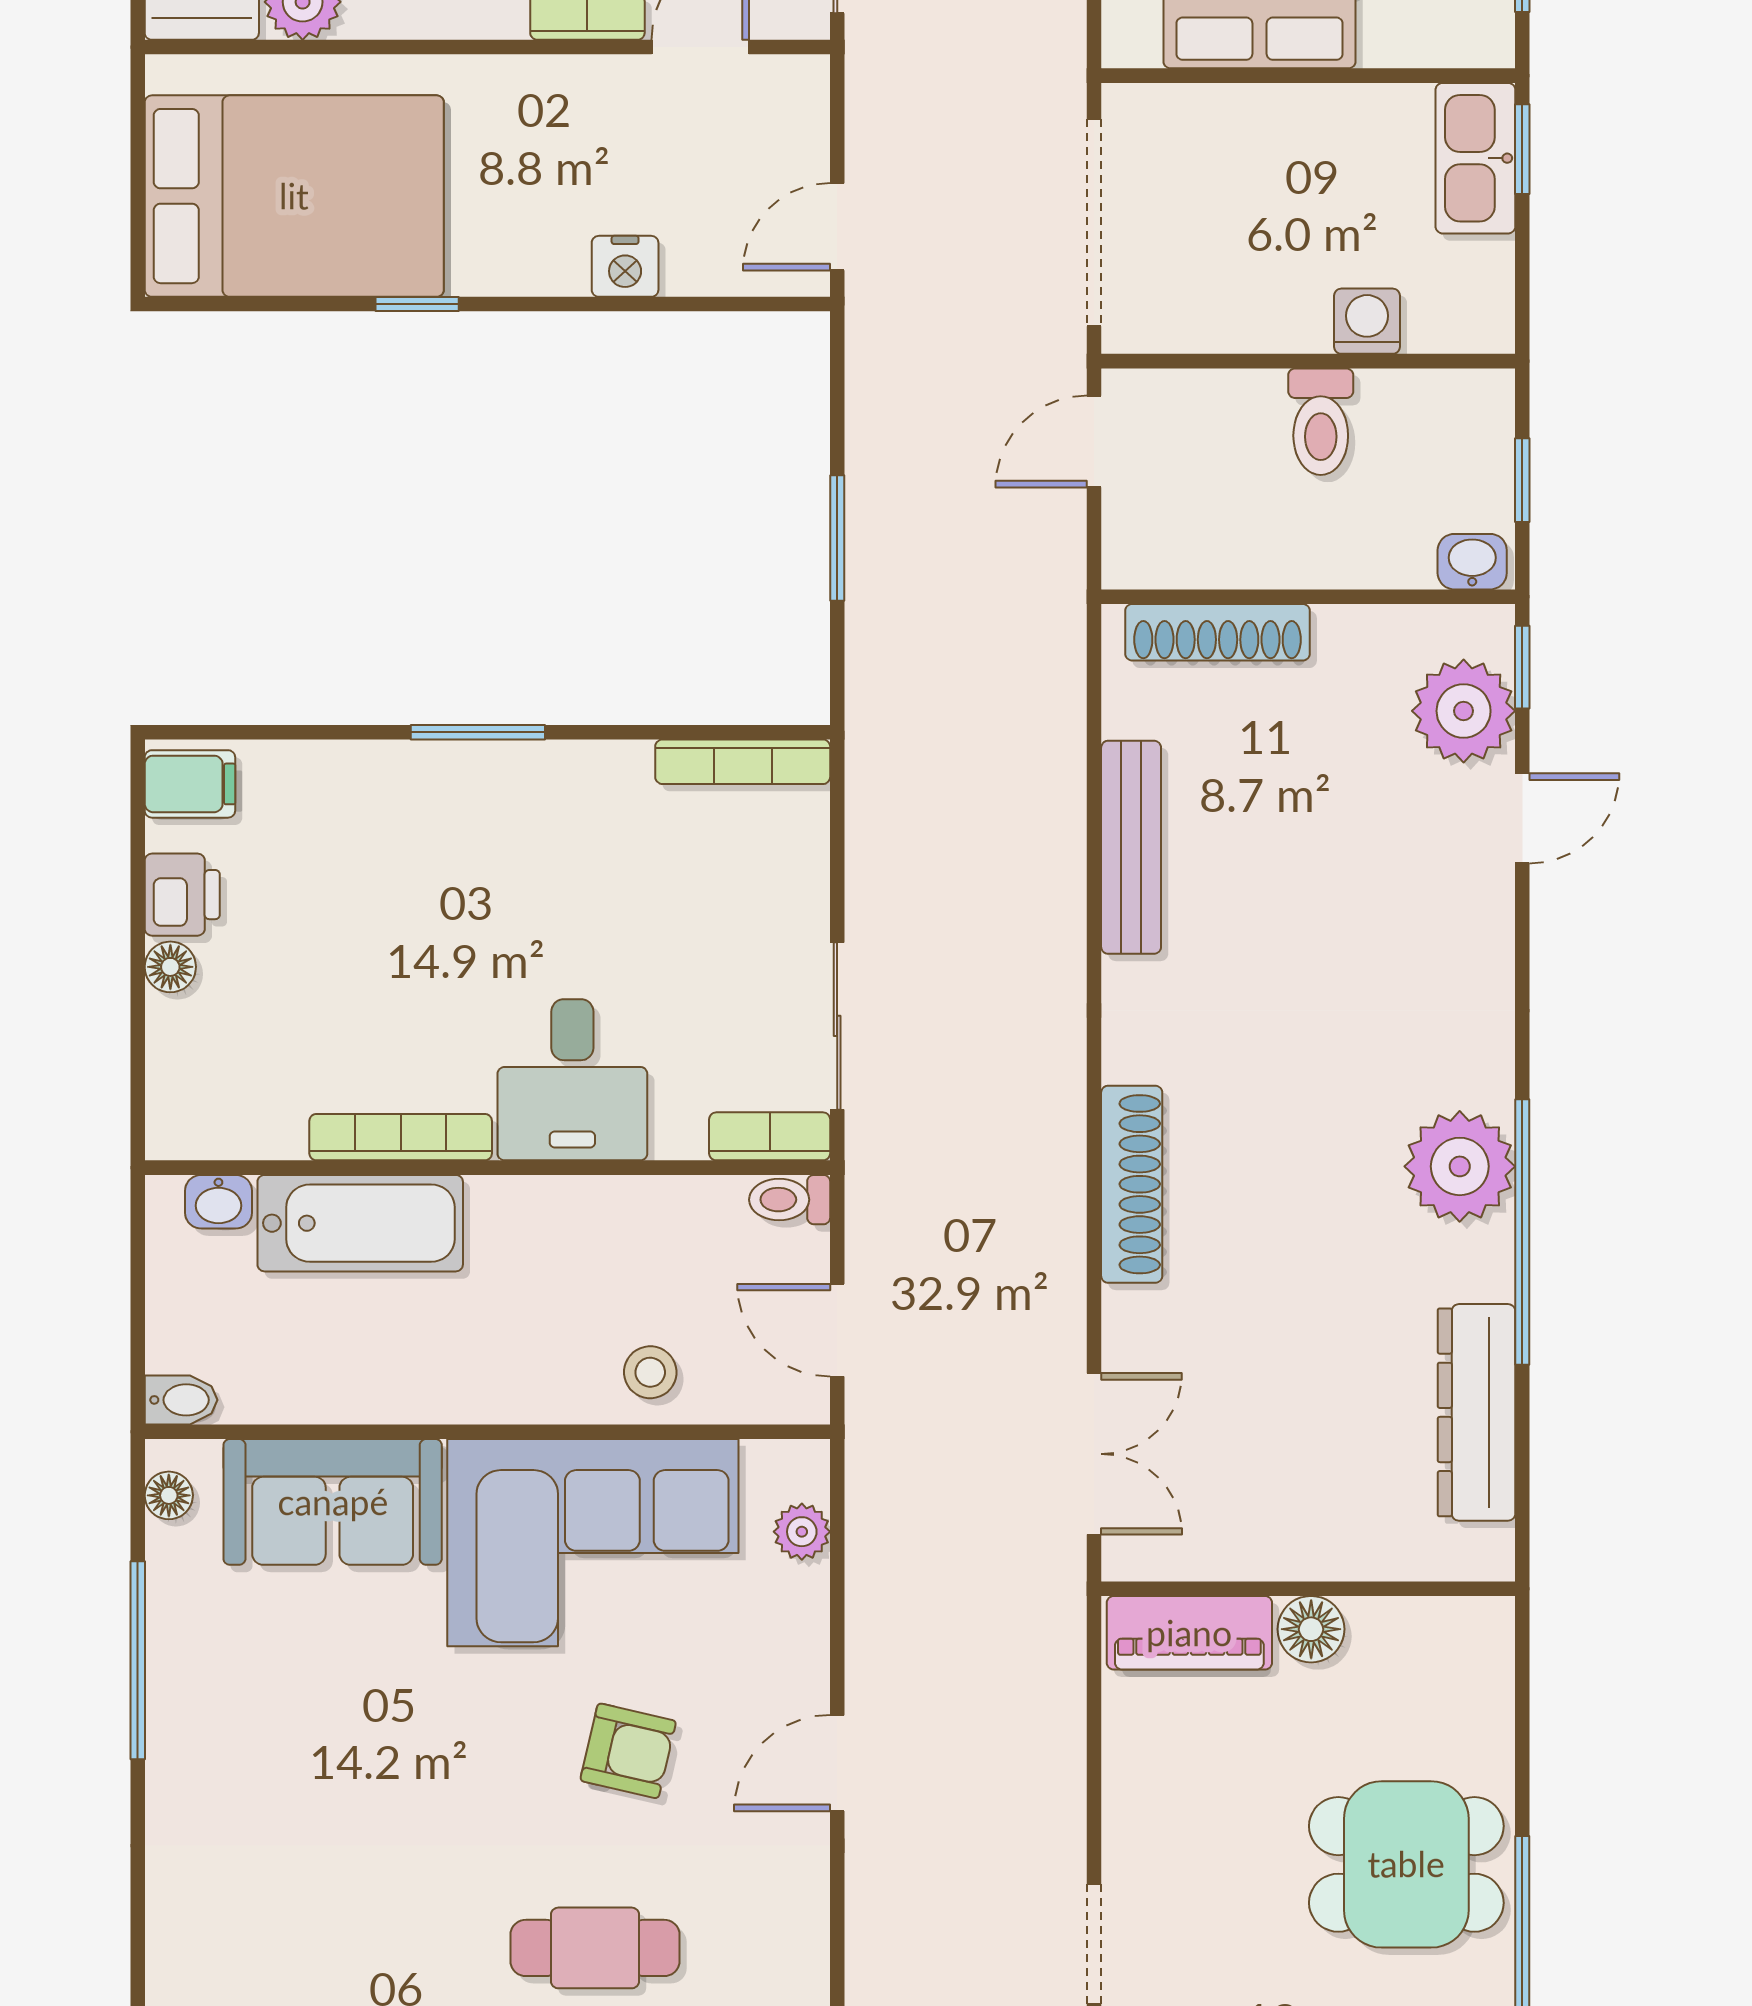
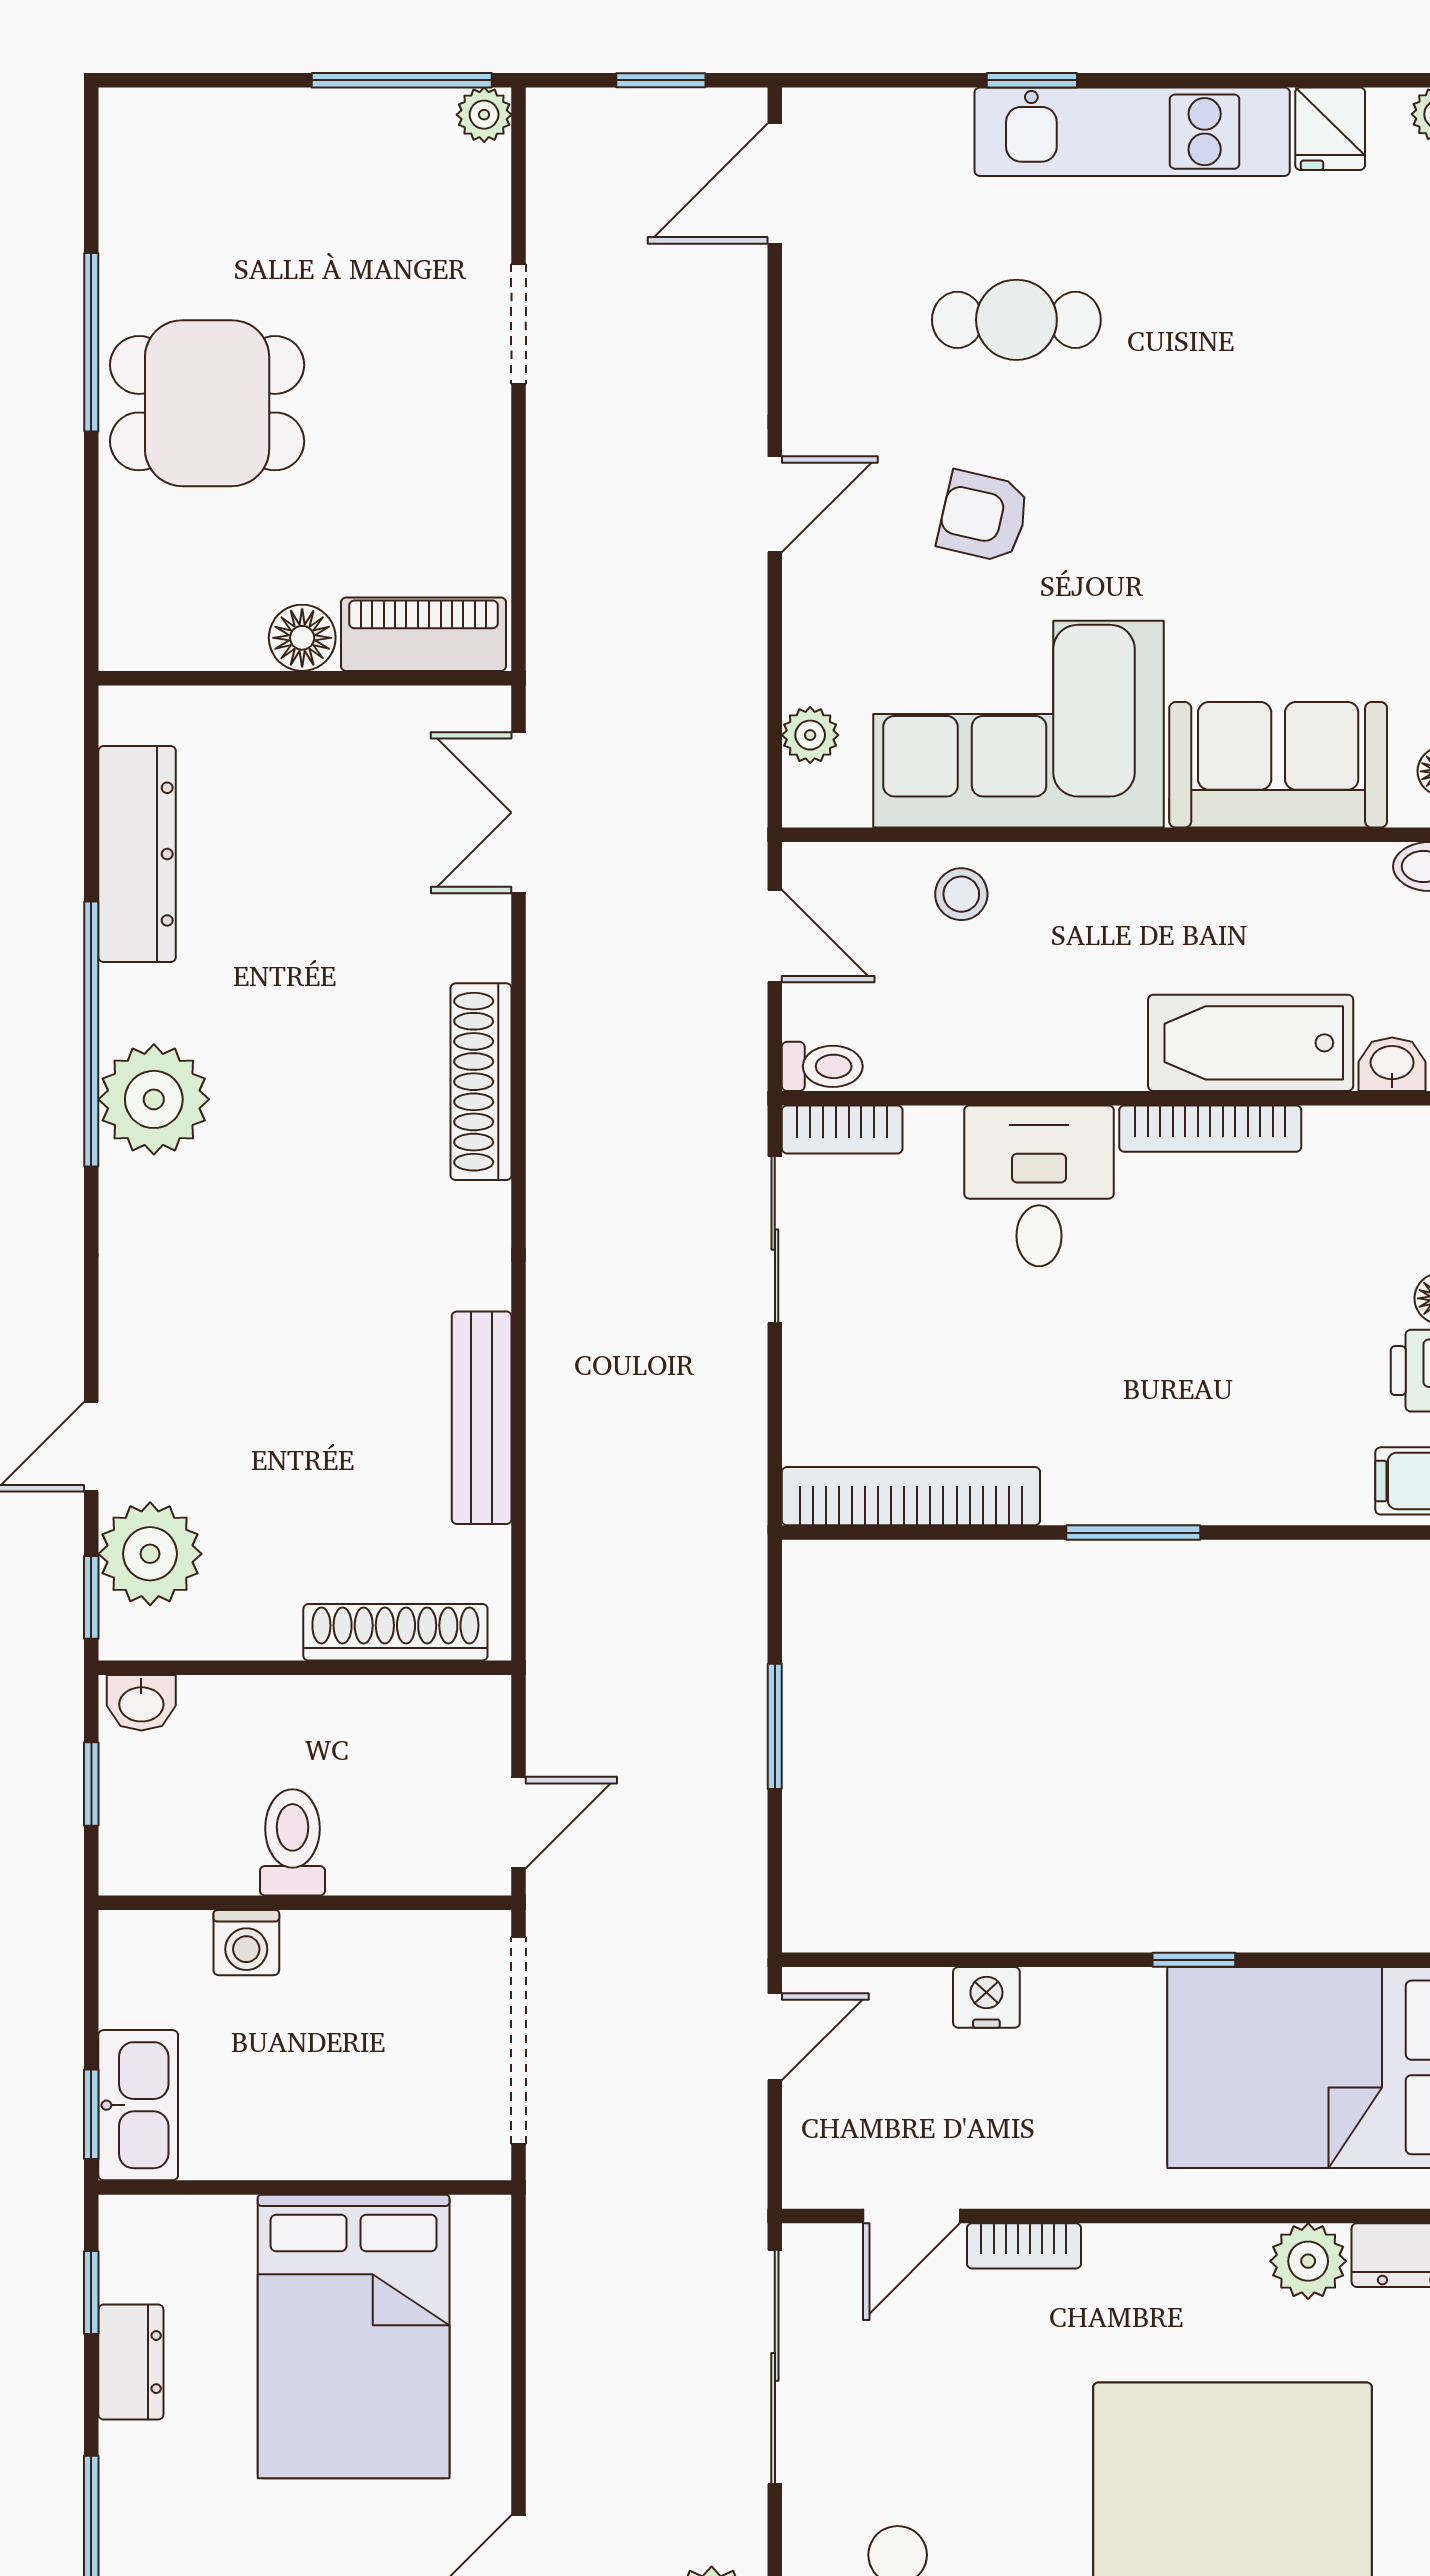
bookcase: (743, 762) -> (911, 1496), width x1.48, depth x1.31

